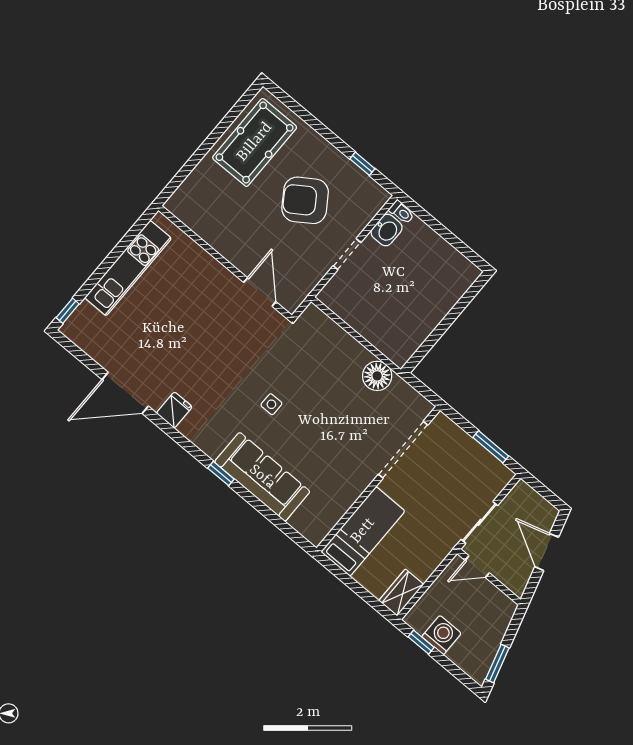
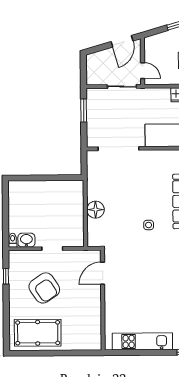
floor lamp: (377, 376) -> (96, 210), moved
door: (547, 552) -> (122, 41), moved

